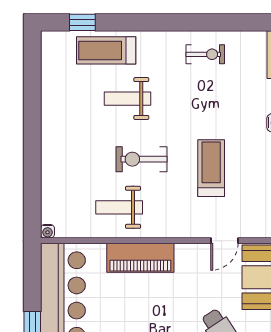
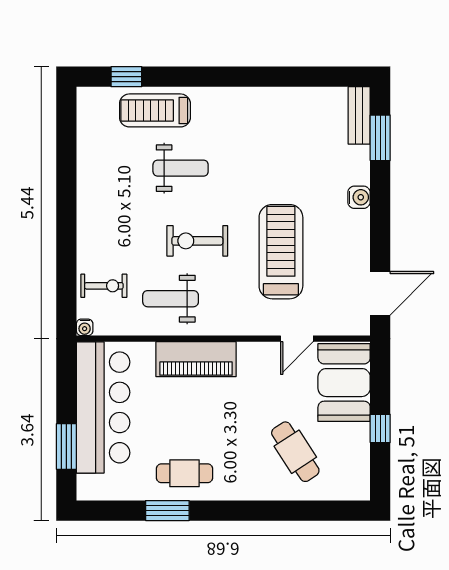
exercise bike: (205, 54) -> (104, 286), moved
weight bench: (128, 99) -> (181, 168), turned 180
treadmill: (211, 168) -> (281, 252), width x1.37, depth x1.38

